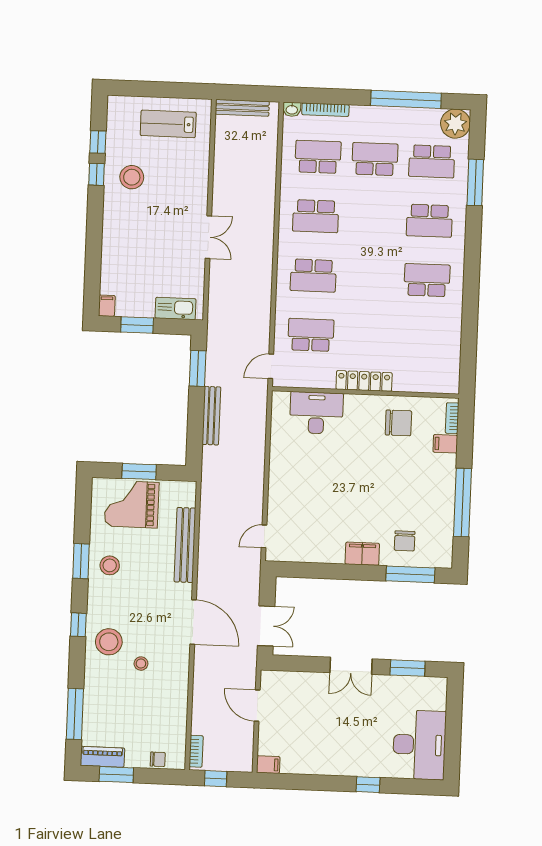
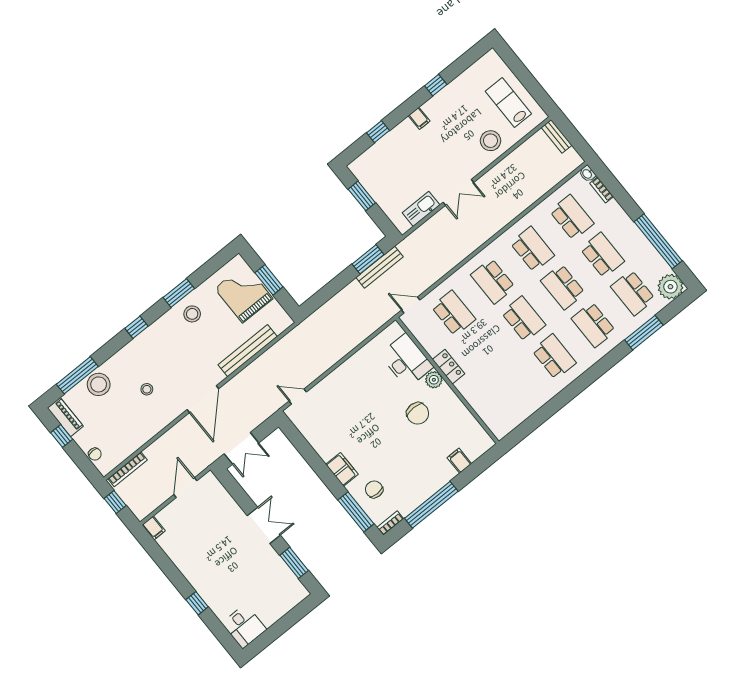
bench: (242, 108) -> (557, 136), width x0.73
bookcase: (325, 110) -> (602, 190), width x0.64
window: (98, 142) -> (378, 132), moved
stool: (132, 177) -> (490, 141), moved
school desk: (316, 216) -> (532, 249), turned 180
school desk: (372, 218) -> (563, 287), added
school desk: (370, 278) -> (523, 319), added
filing cabinet: (107, 306) -> (419, 118), moved, turned 90
kitchen sink: (176, 308) -> (421, 209), moved, turned -90
locker: (364, 381) -> (449, 367), width x0.66
plant: (354, 404) -> (434, 380), added
bench: (211, 416) -> (380, 267), moved
bookcase: (452, 418) -> (390, 523), moved
chair: (398, 423) -> (418, 413), moved
chair: (405, 541) -> (374, 489), turned 90
stool: (109, 642) -> (99, 384), moved
double door: (351, 666) -> (264, 525), swing flipped
desk: (419, 745) -> (244, 626), width x0.53, depth x0.77
bookcase: (196, 751) -> (128, 469), width x1.56
window: (116, 775) -> (62, 436), width x0.67

